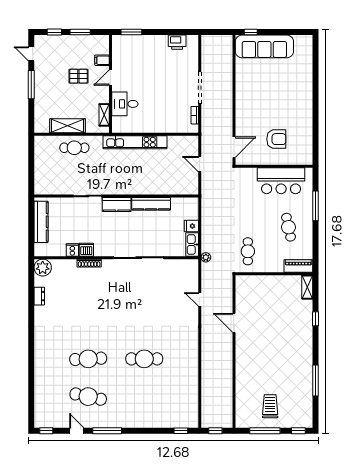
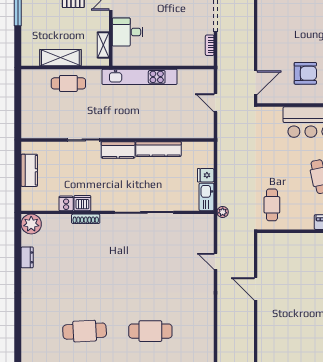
kitchen counter: (41, 222) -> (29, 170), width x0.67

